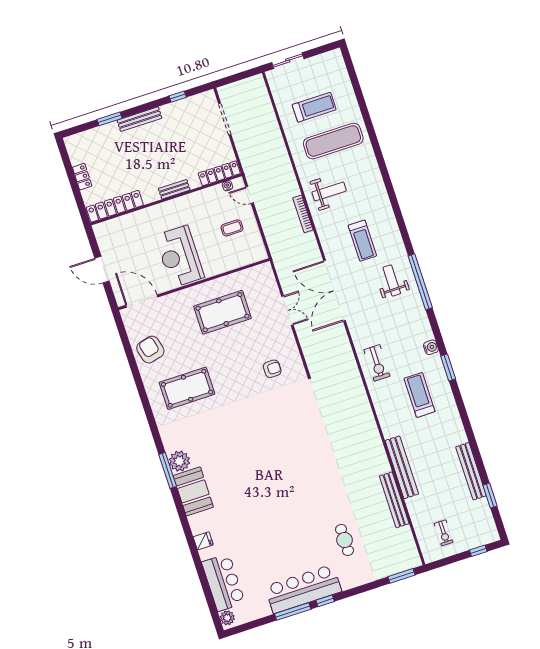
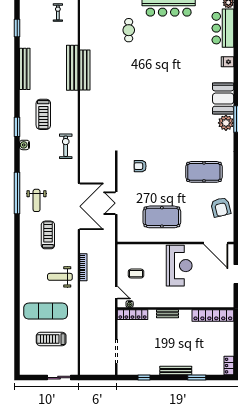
locker: (82, 177) -> (229, 366), moved
bench: (471, 471) -> (25, 69), moved
bench: (394, 500) -> (85, 70), moved

